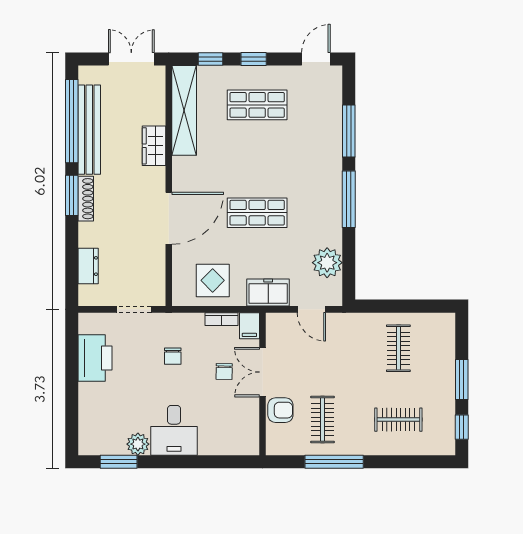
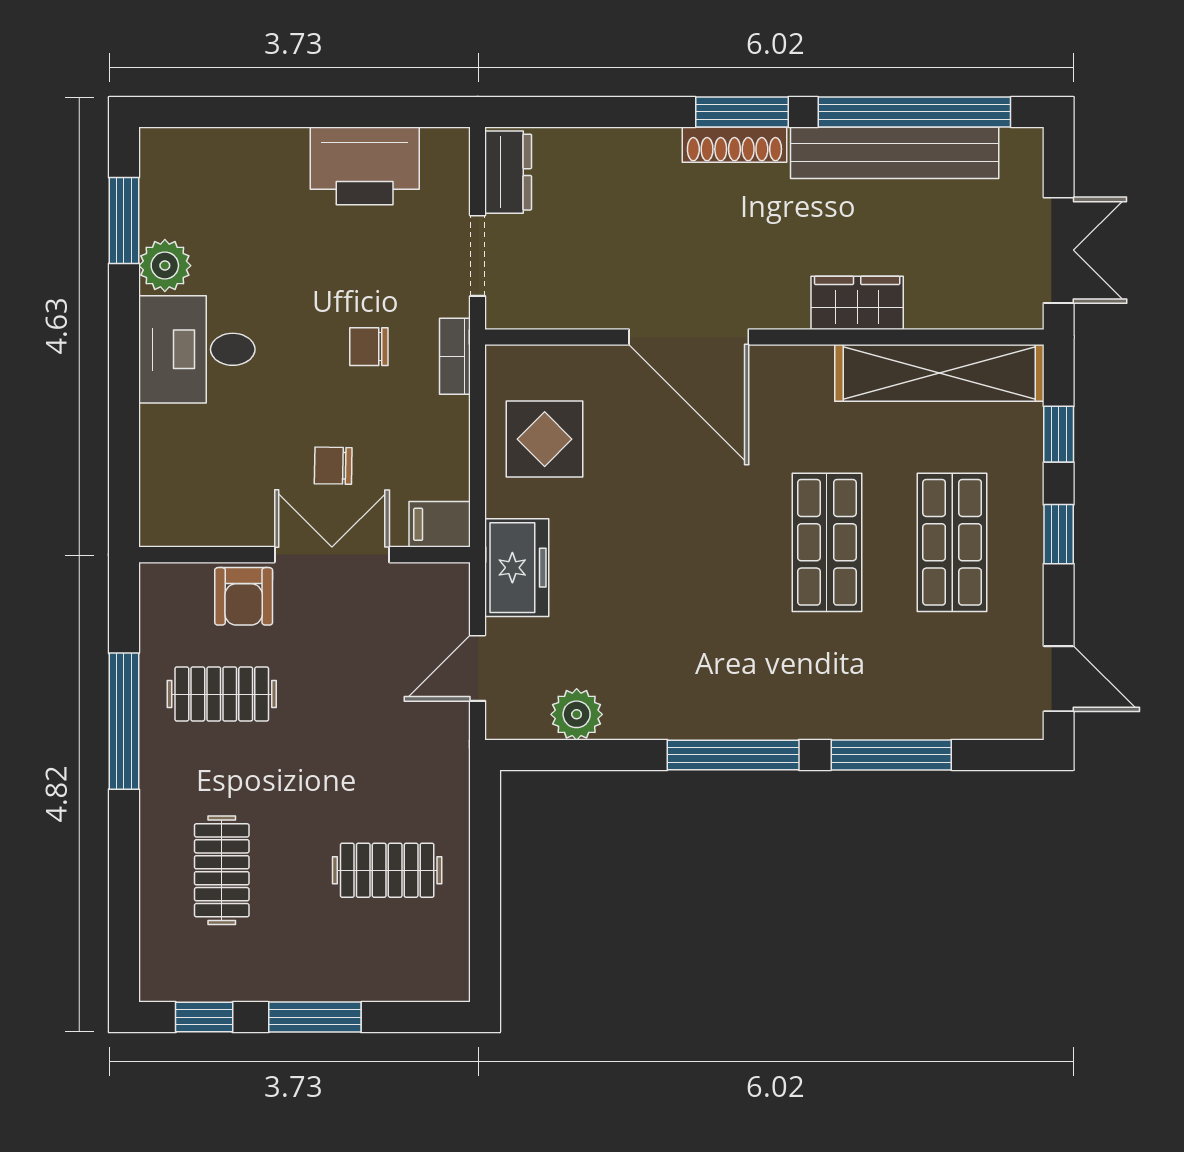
shop shelf: (257, 213) -> (827, 542), moved
plant: (327, 263) -> (577, 714), width x0.73, depth x0.73
dresser: (88, 266) -> (508, 172), moved, turned -90
bookcase: (221, 319) -> (455, 356), moved

